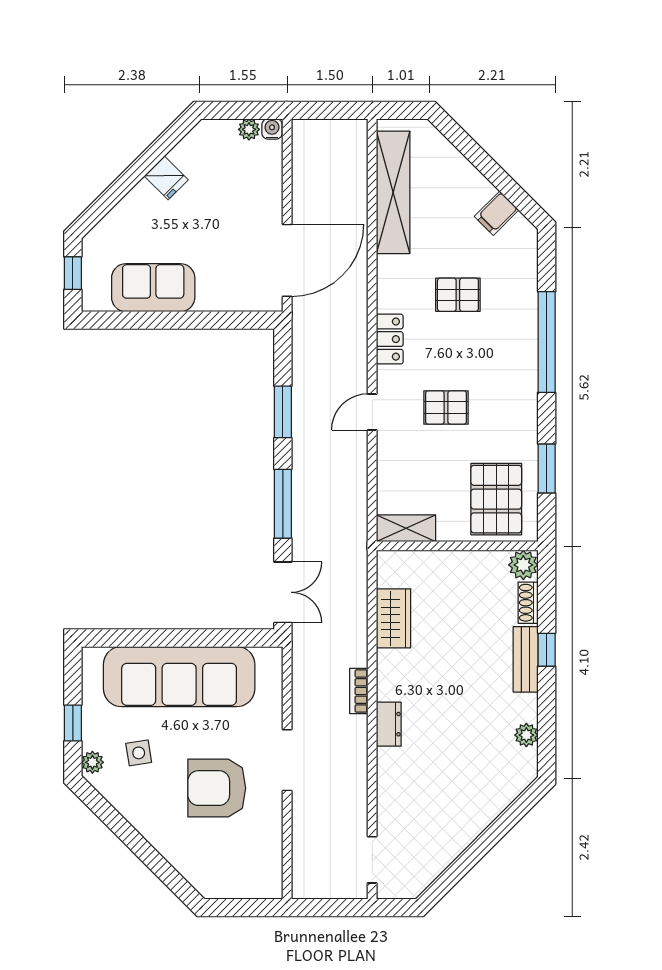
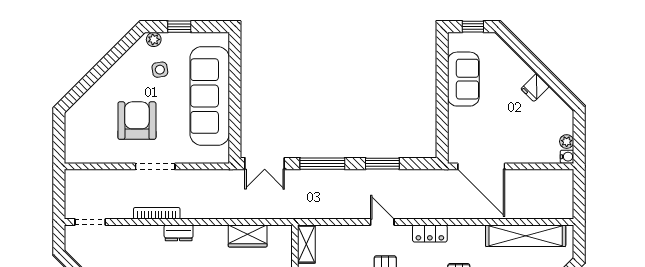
bookcase: (359, 691) -> (157, 213), moved, width x1.56

